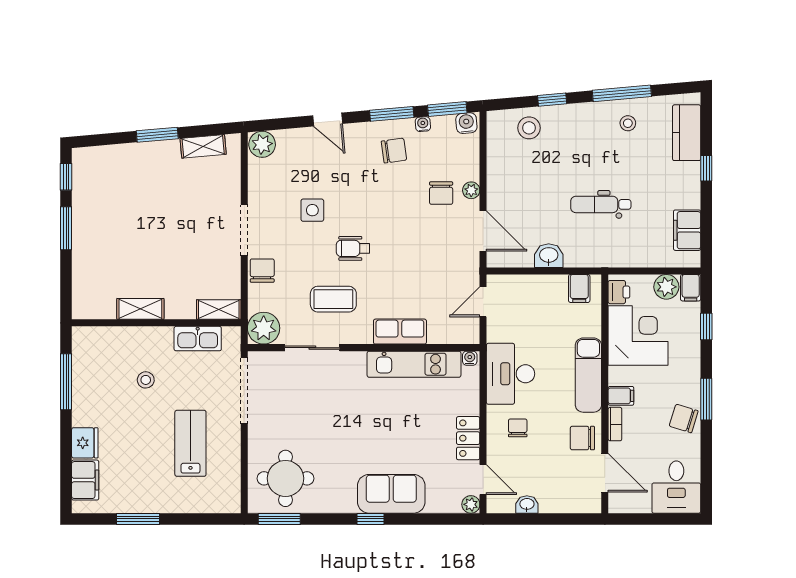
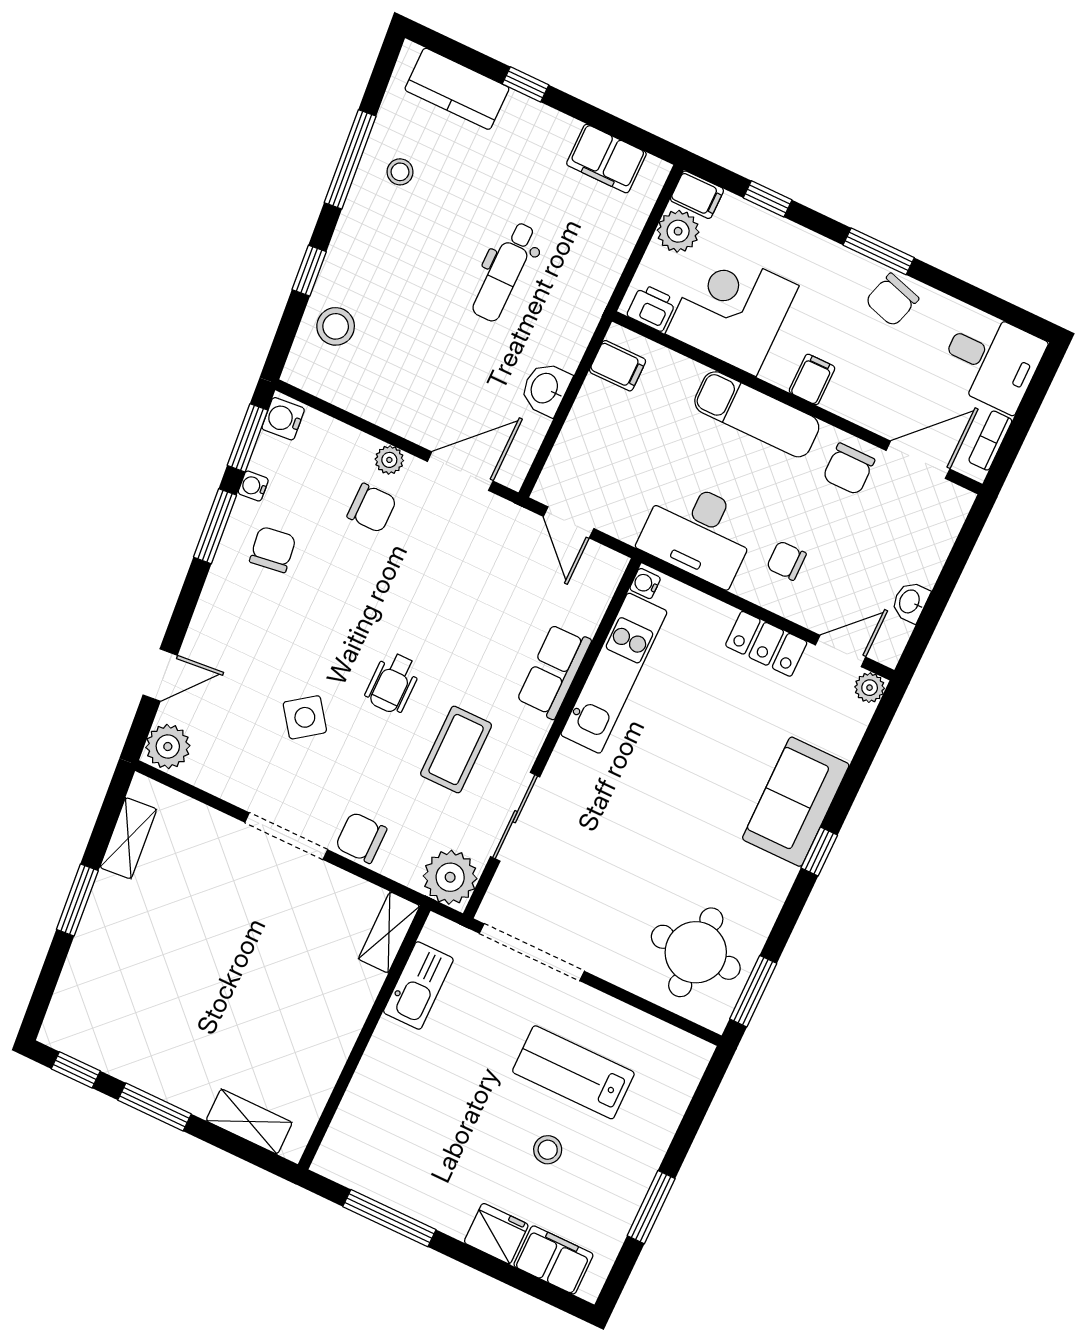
door: (328, 120) -> (160, 675), moved
side table: (312, 210) -> (305, 717), turned -36
shelving: (140, 309) -> (249, 1122), moved, turned 90
stool: (146, 380) -> (548, 1150), moved
bookcase: (615, 424) -> (990, 441), moved, turned -90

